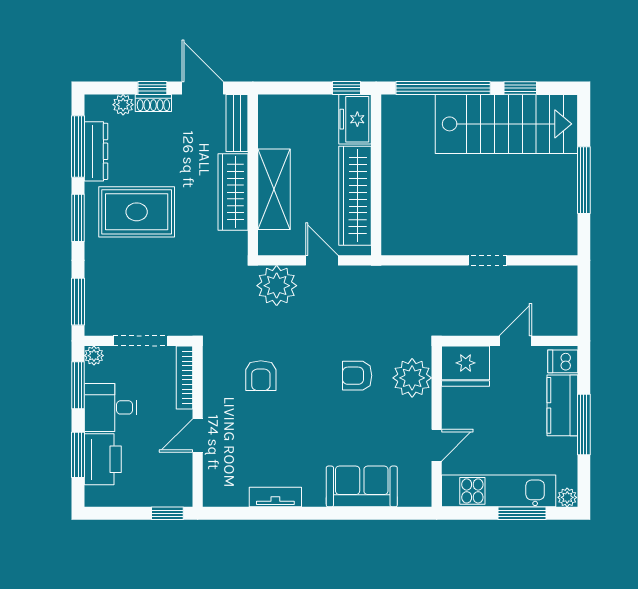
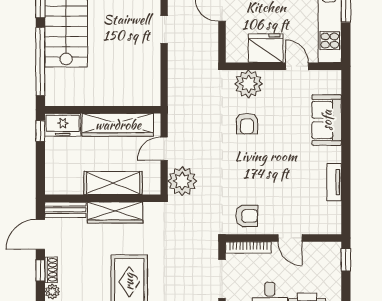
fridge: (466, 366) -> (266, 48), moved, turned -90
armchair: (261, 376) -> (247, 216), moved

